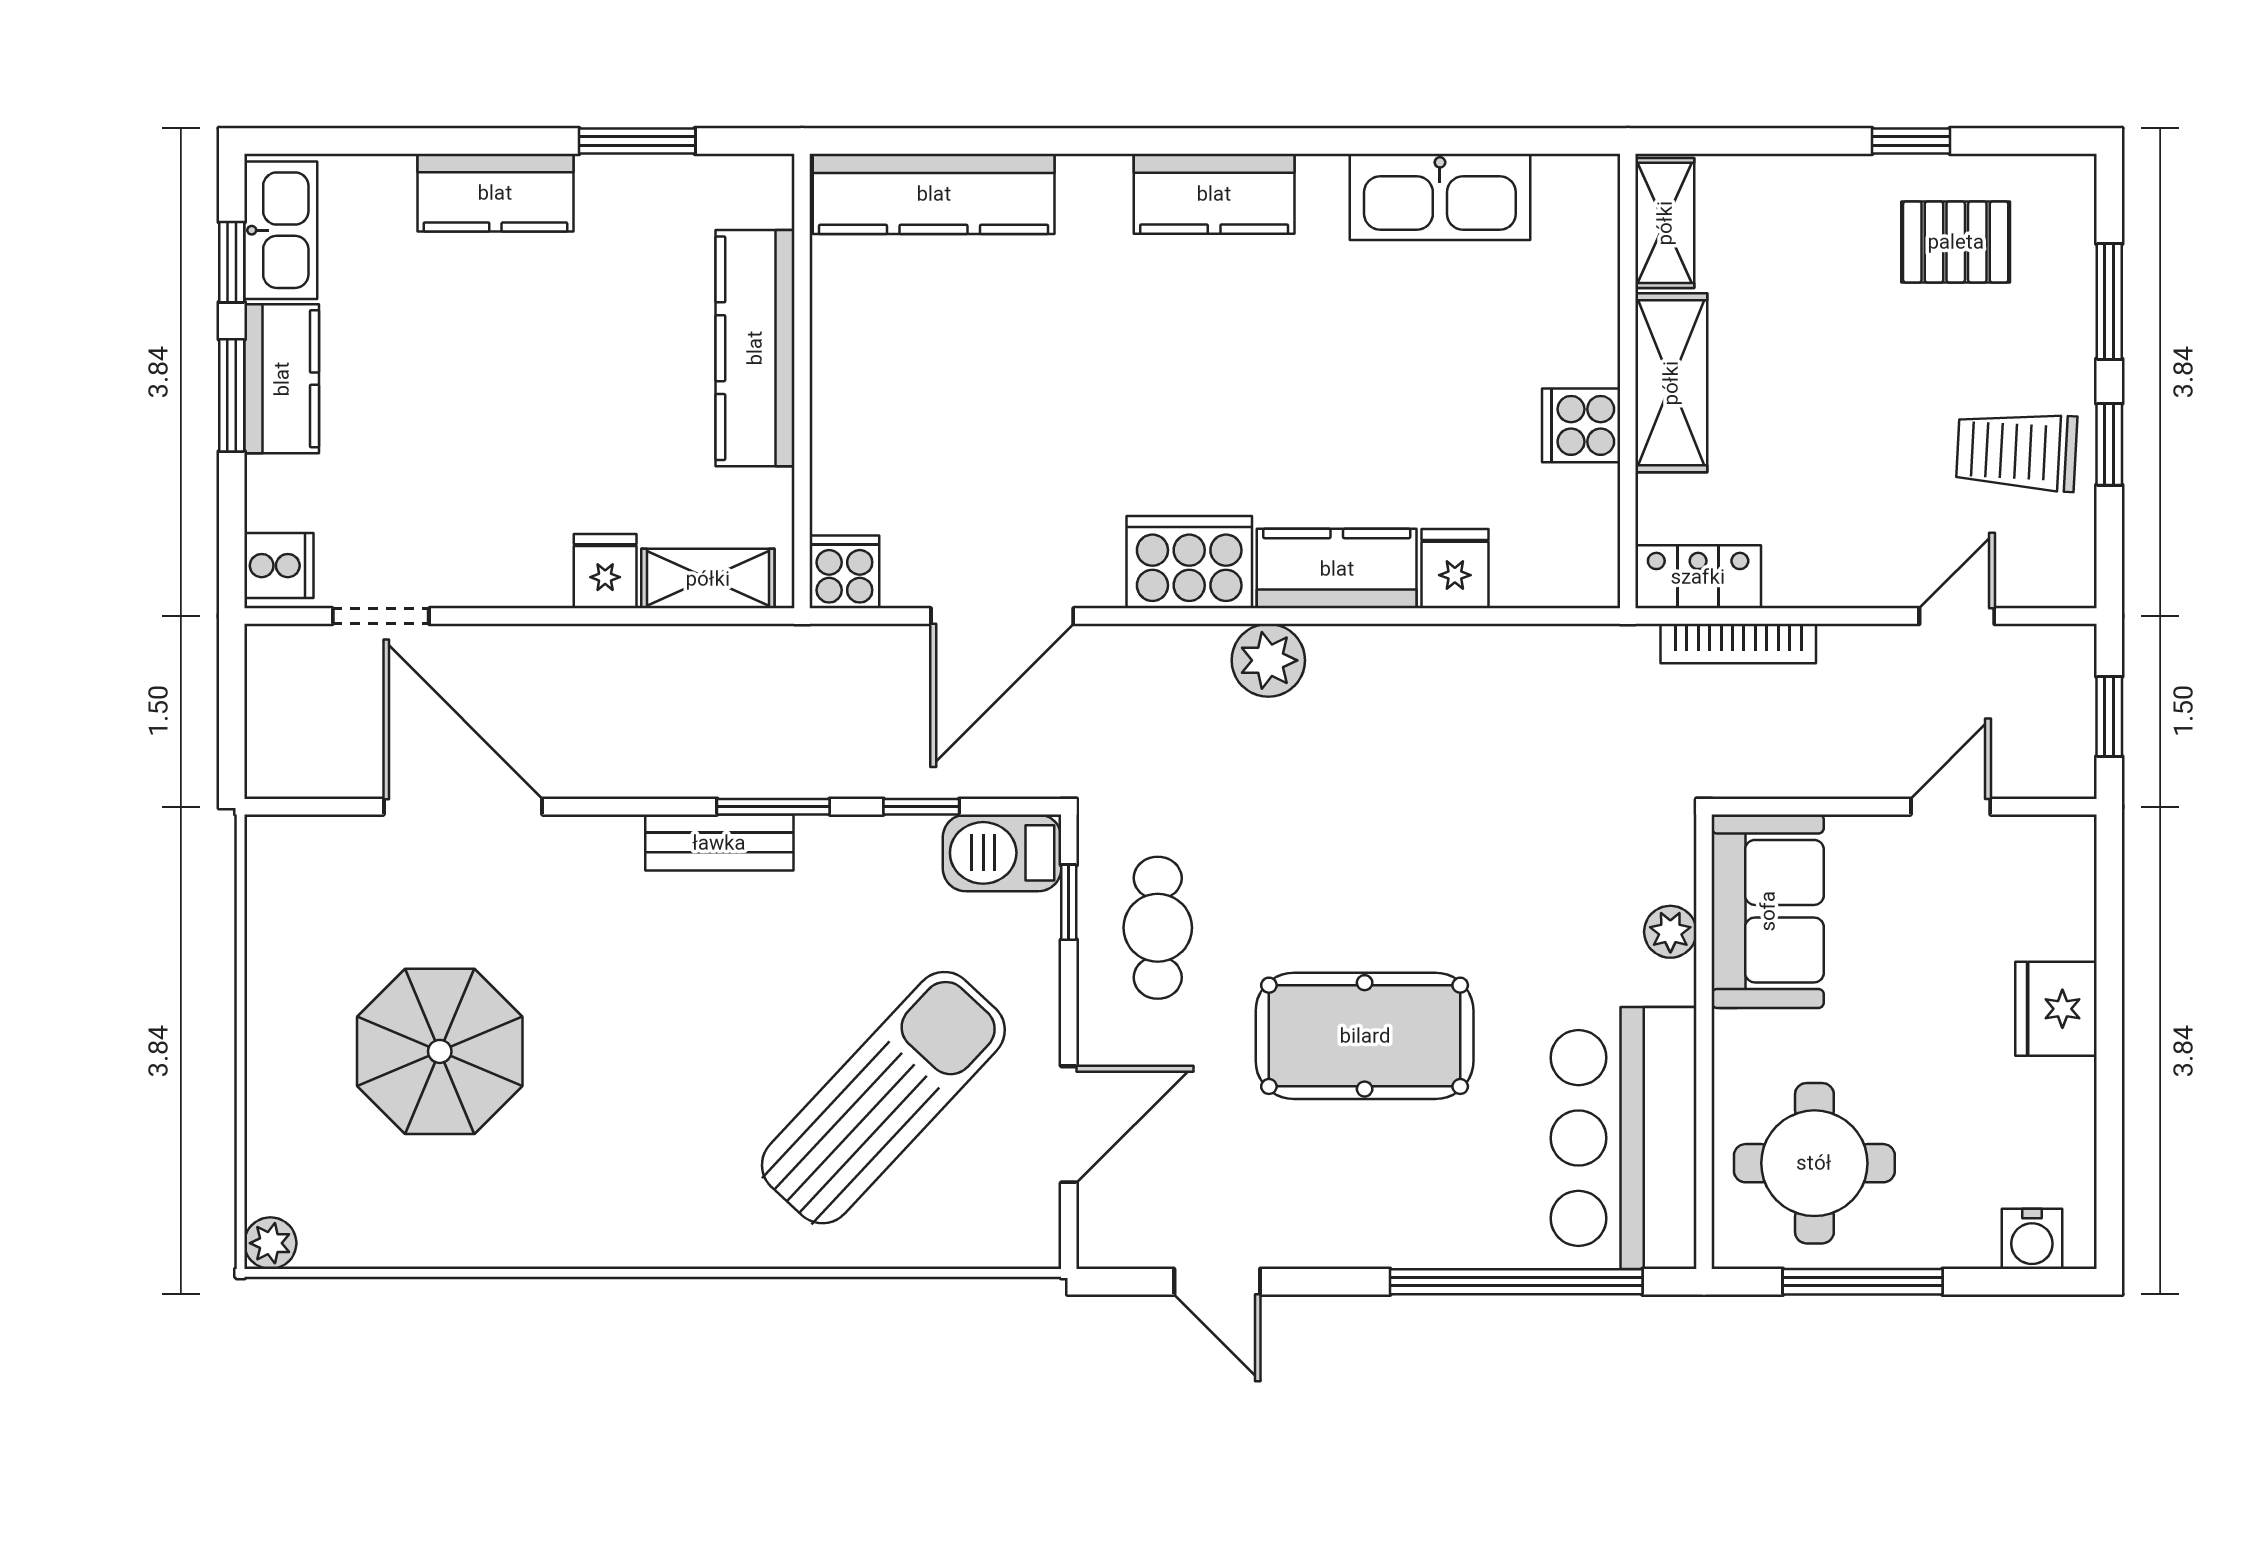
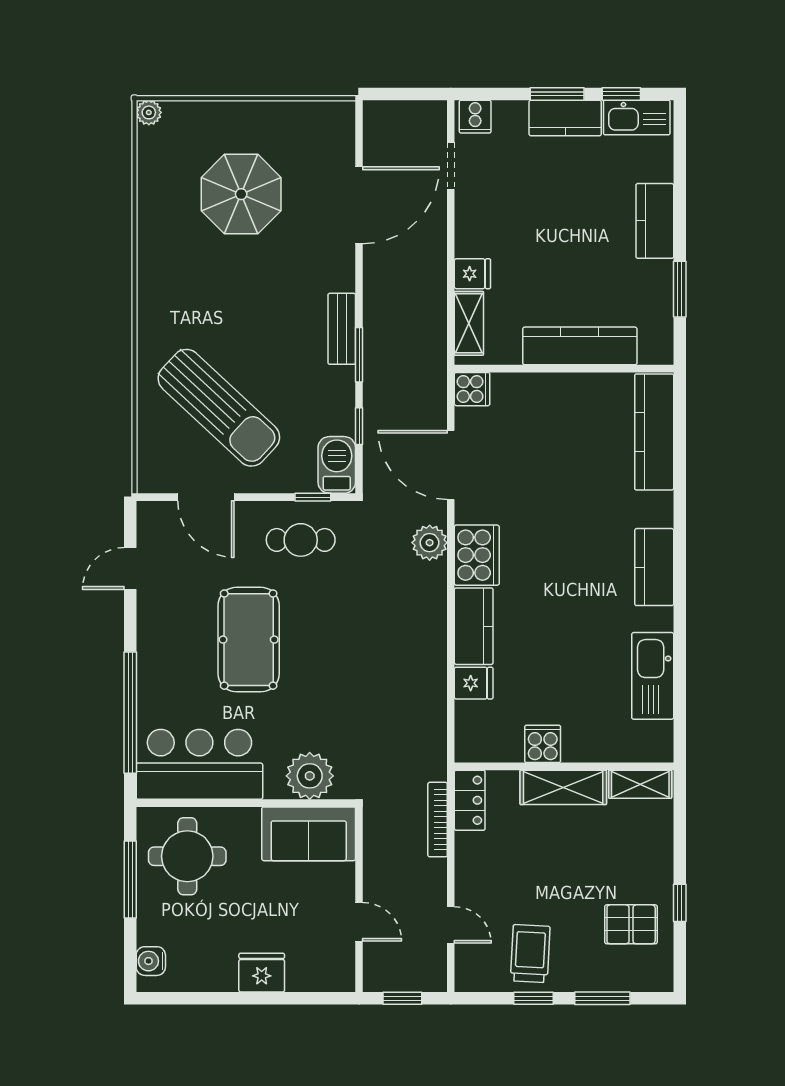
pallet: (1956, 242) -> (631, 924), turned 90
plant: (1268, 660) -> (430, 543), moved
plant: (1670, 932) -> (310, 776), width x1.87, depth x1.87

